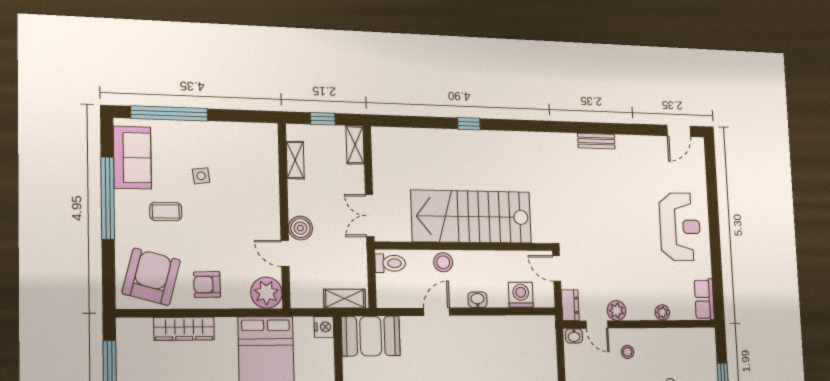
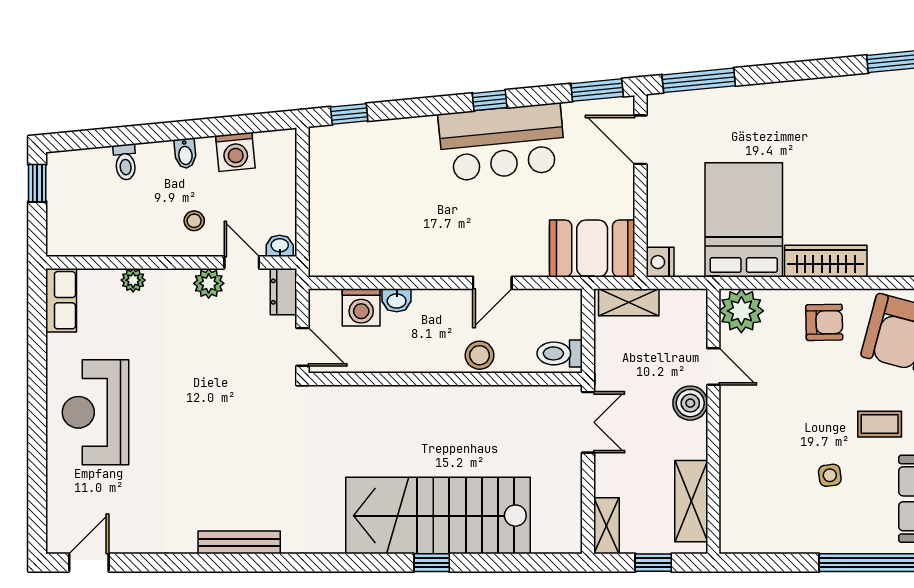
bench: (596, 141) -> (239, 542), width x1.36
shelving: (295, 160) -> (691, 501), width x1.50, depth x1.33
stairs: (472, 217) -> (438, 516), moved, turned 180
washbasin: (477, 300) -> (397, 300), moved
wardrobe: (184, 329) -> (826, 261), moved

